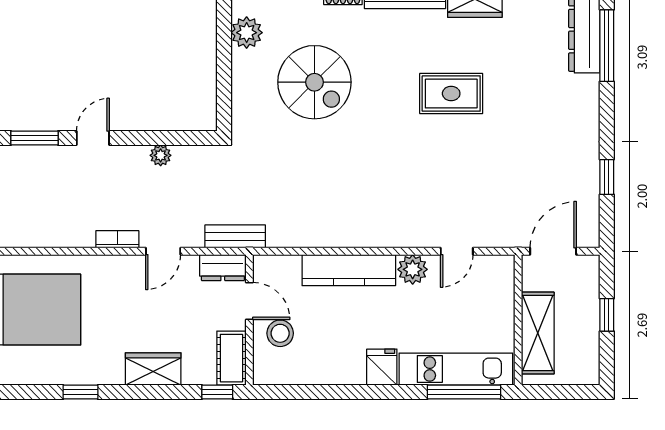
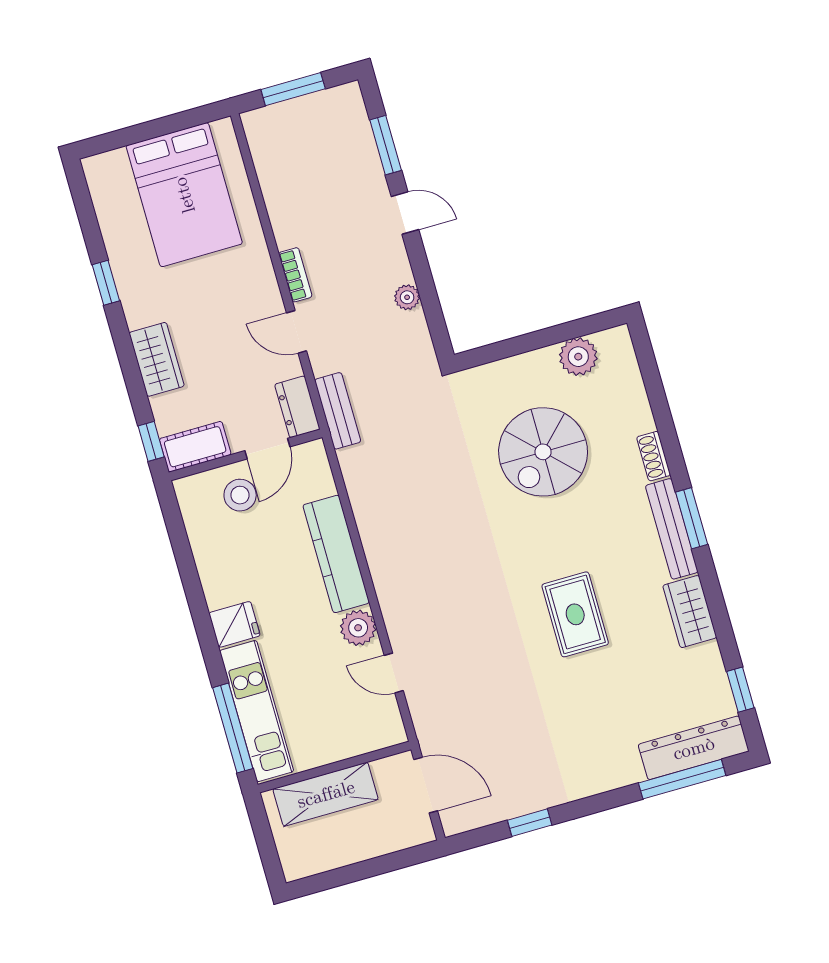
window: (607, 315) -> (370, 868), removed

